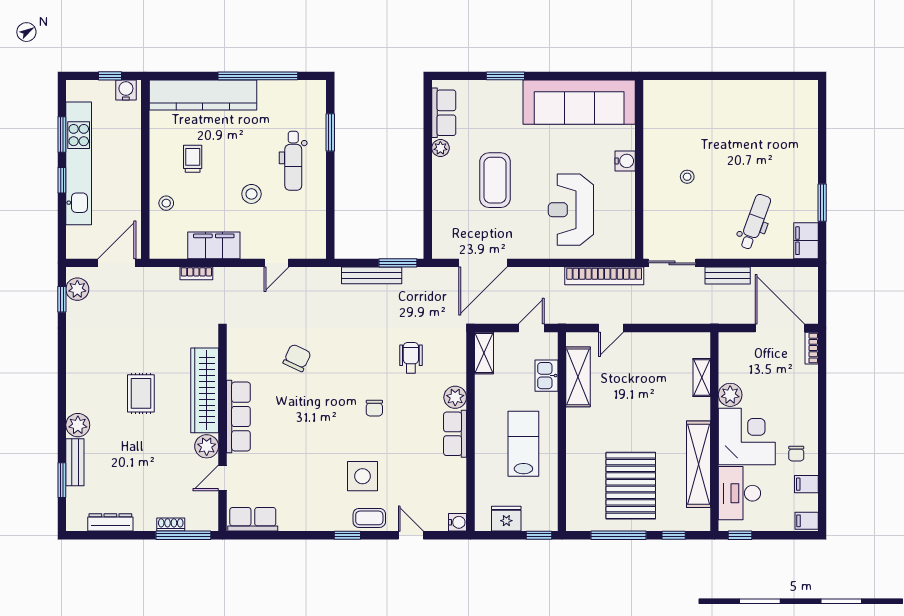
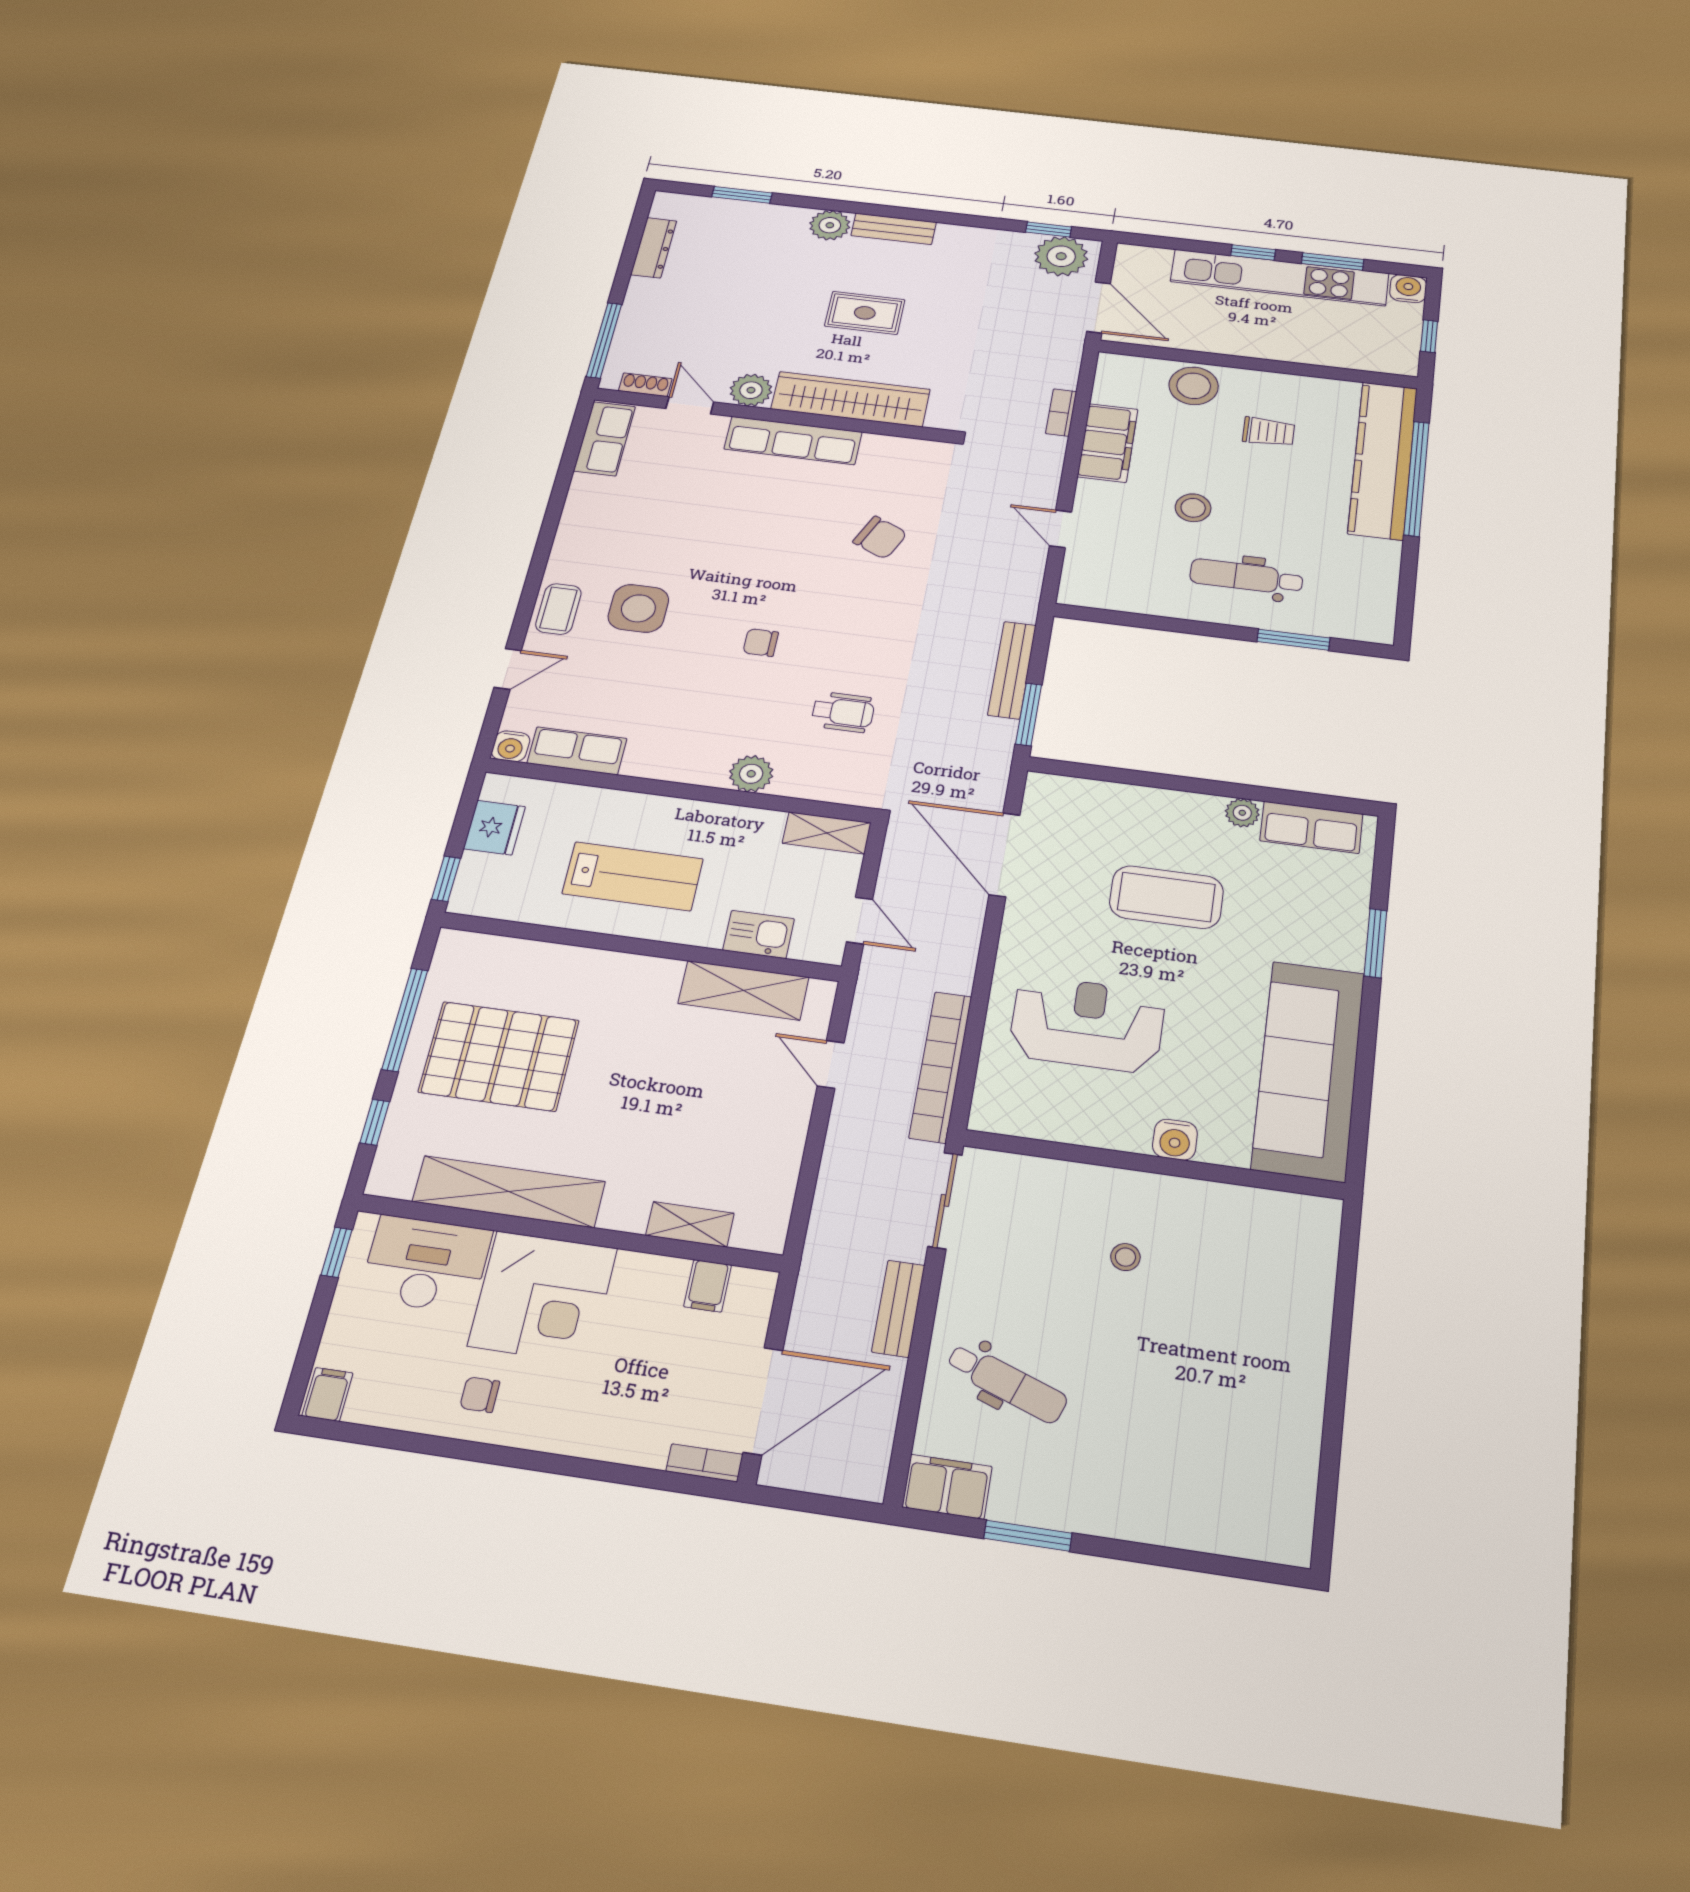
window: (258, 76) -> (1417, 478), moved
water cooler: (126, 90) -> (1408, 289), moved, turned -90
stool: (166, 203) -> (1194, 386), width x1.89, depth x1.89
plant: (77, 289) -> (1061, 256), width x1.36, depth x1.36
plant: (730, 395) -> (640, 1276), removed
row of seats: (455, 434) -> (577, 751), moved
bench: (75, 462) -> (894, 229), moved
filing cabinet: (806, 484) -> (708, 1286), moved, turned 180
shoe rack: (171, 524) -> (645, 385), moved, turned -90
window: (347, 535) -> (536, 572), removed

